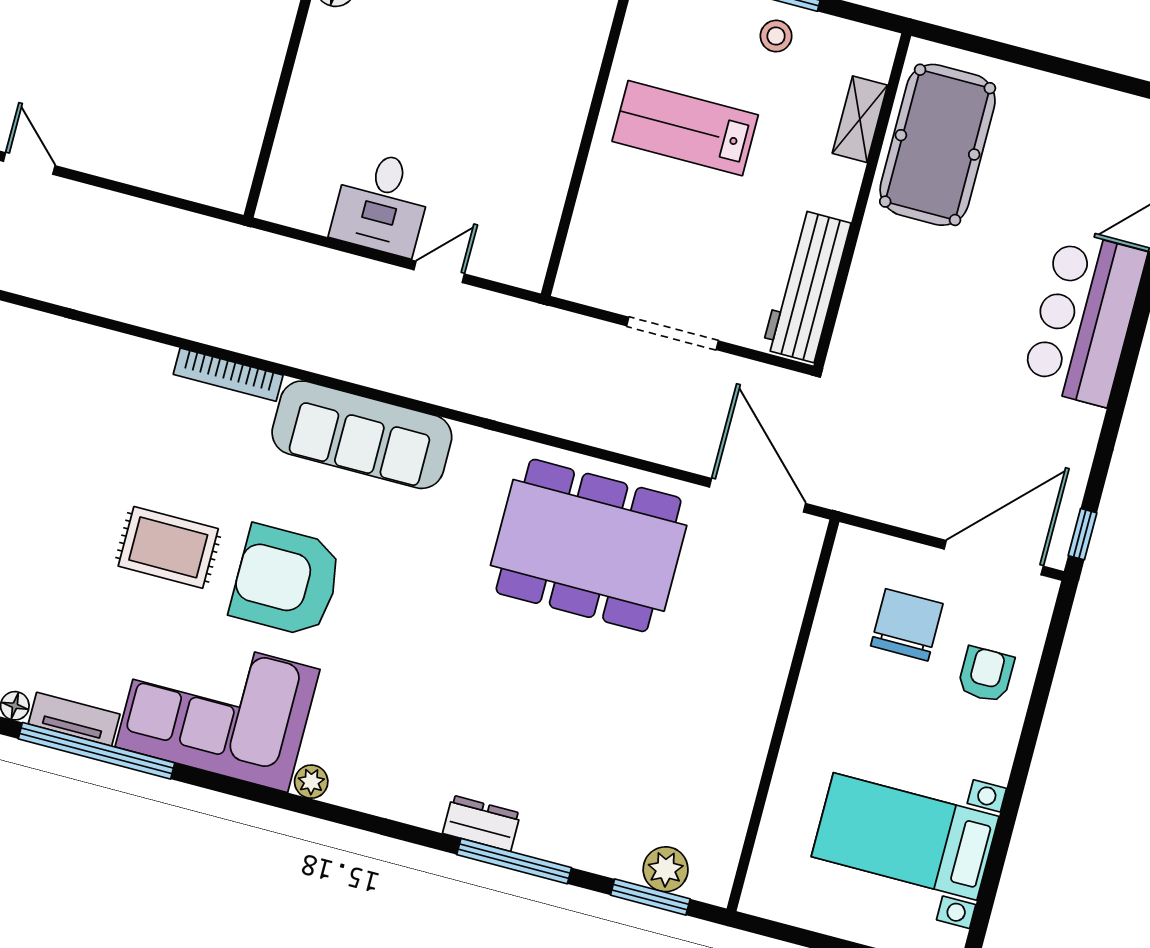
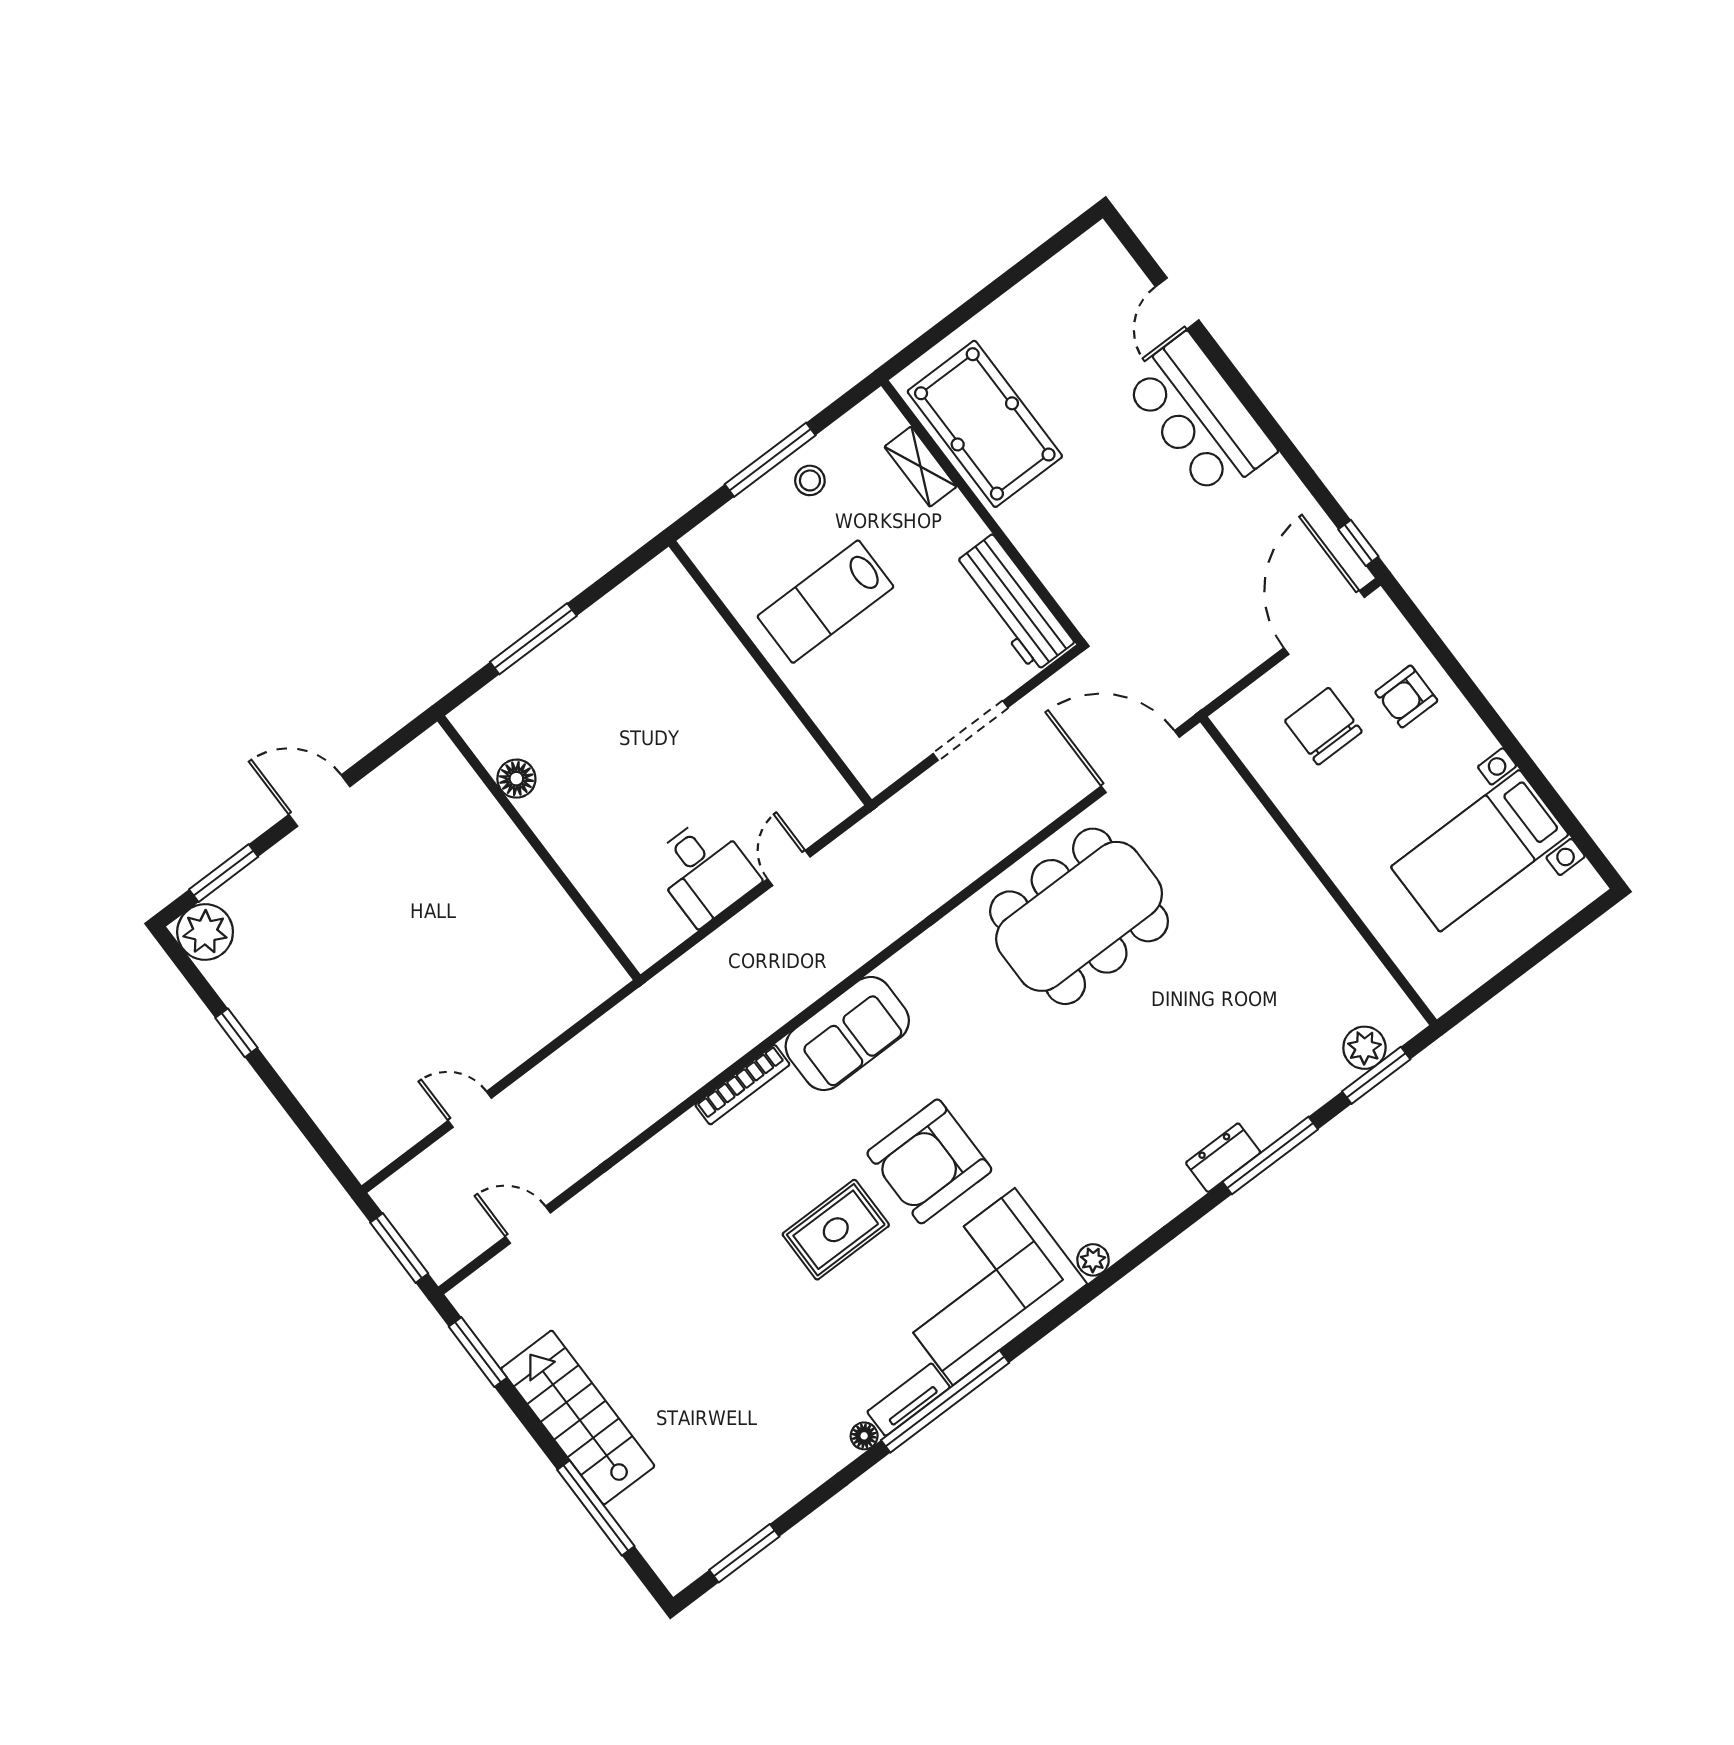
sofa: (362, 435) -> (847, 1033), width x0.73
armchair: (986, 674) -> (1406, 696), turned -90

